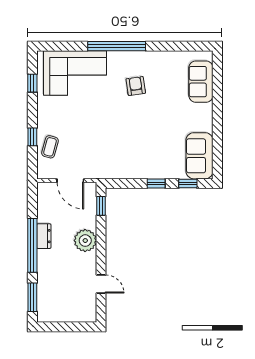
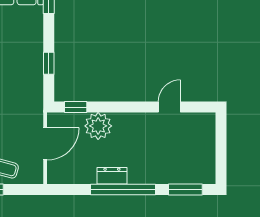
window: (156, 184) -> (49, 63), moved
plant: (85, 241) -> (98, 126), moved

